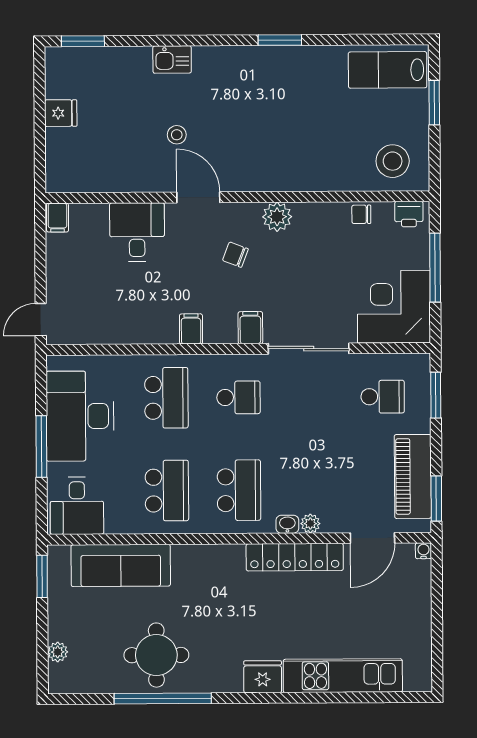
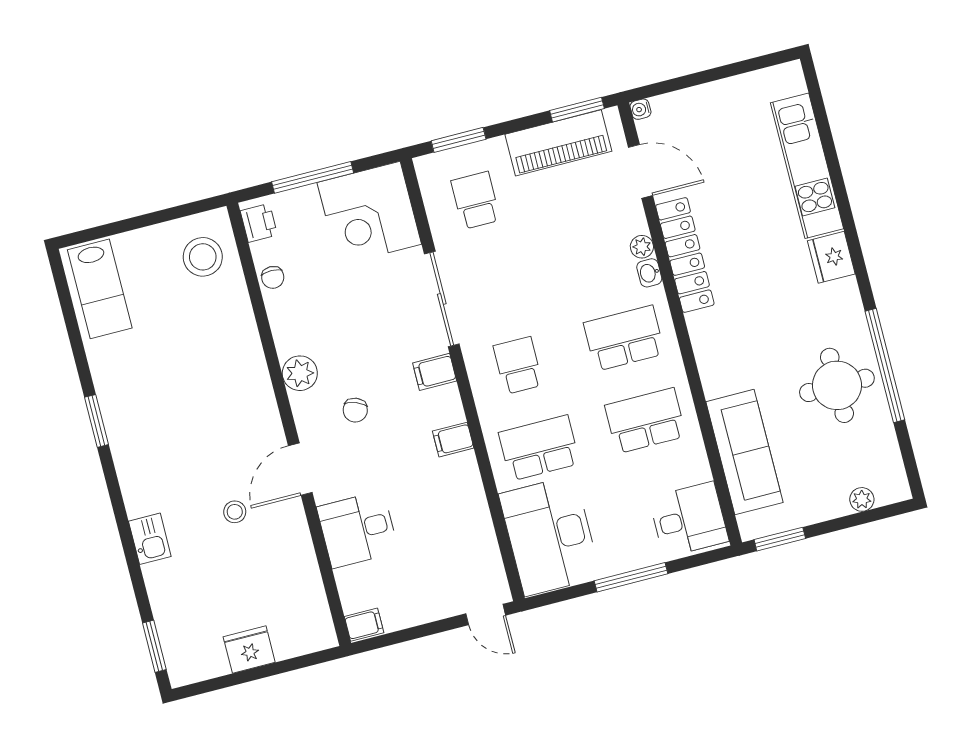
window: (434, 103) -> (124, 226), removed
fridge: (61, 113) -> (249, 650), width x1.38
desk: (80, 416) -> (550, 536), moved, turned 90

